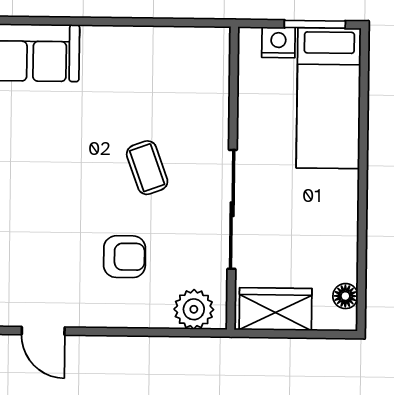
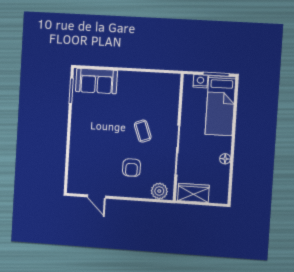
armchair: (125, 257) -> (132, 168), turned 90
floor lamp: (345, 296) -> (225, 159), moved

